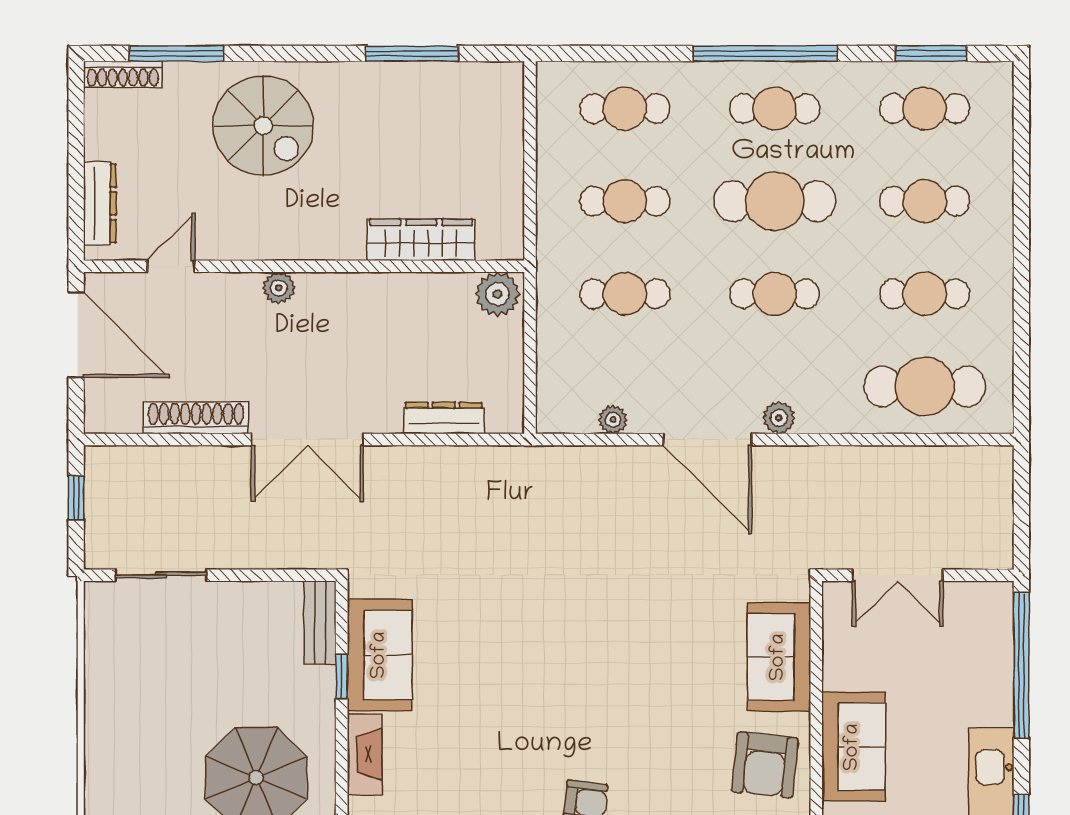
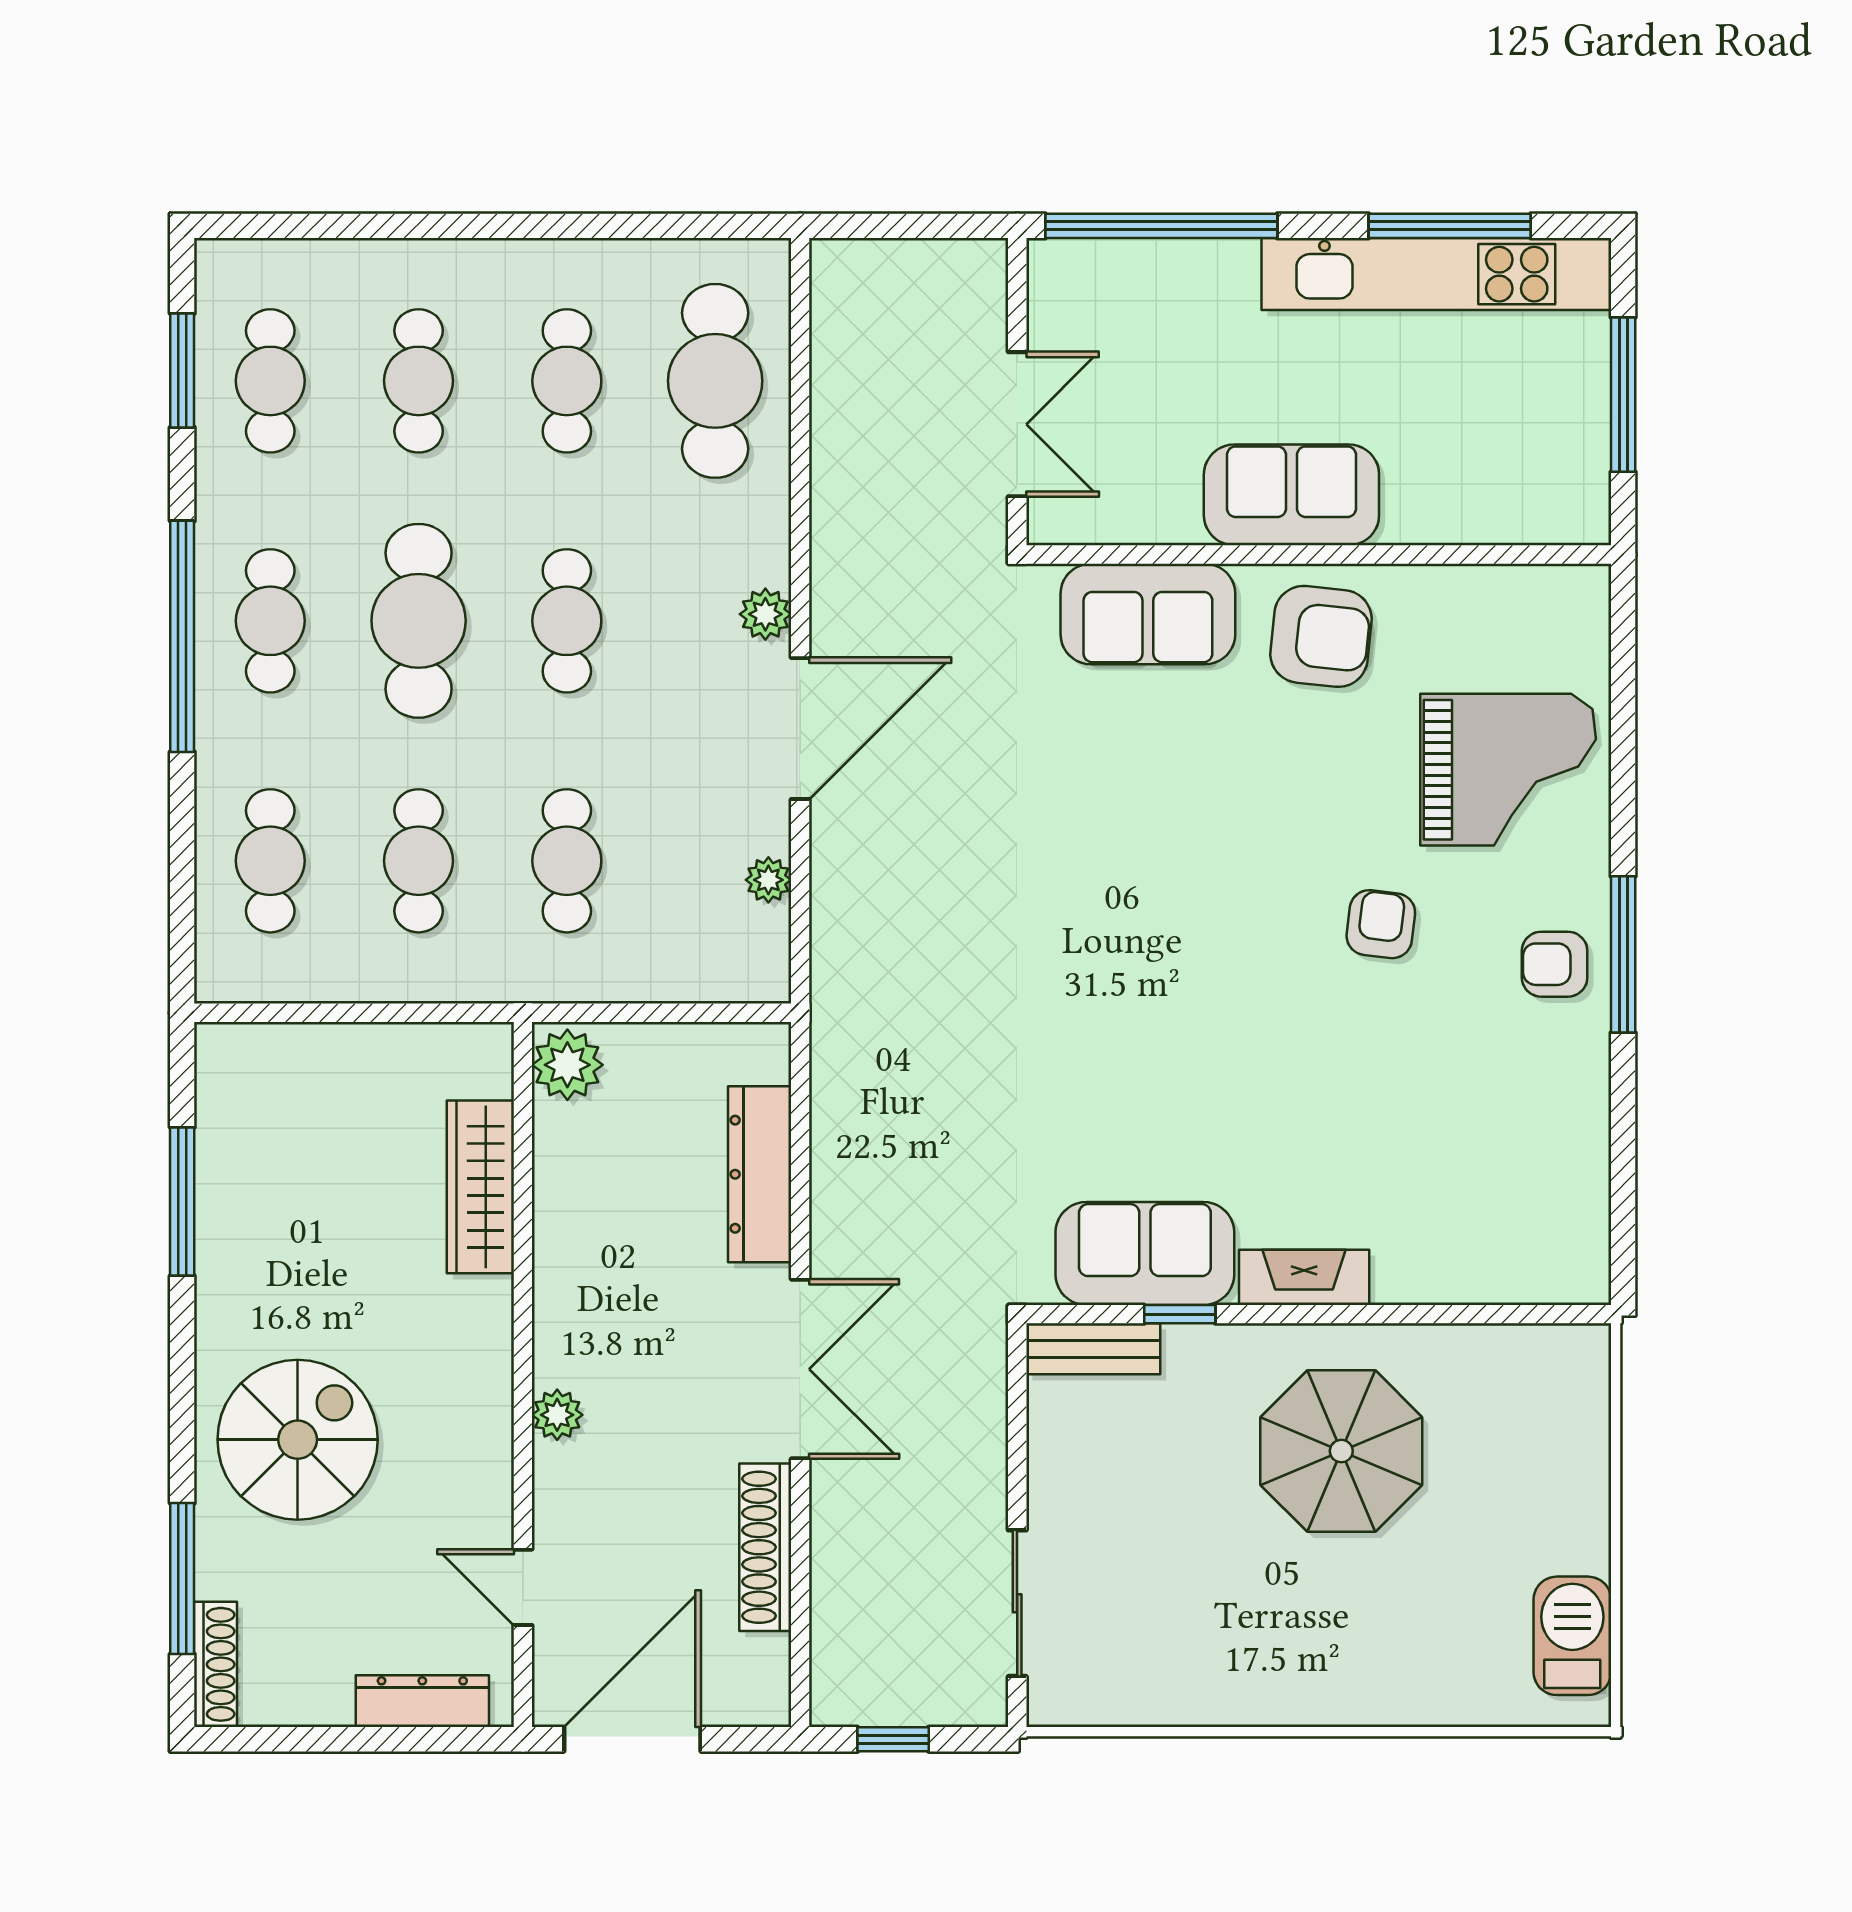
dresser: (444, 418) -> (760, 1174), width x1.37, depth x1.24

